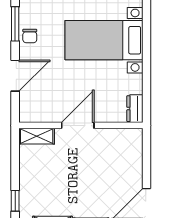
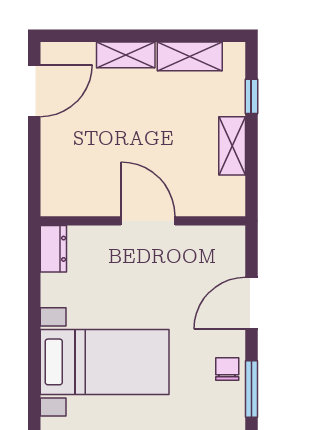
door: (78, 125) -> (148, 221), swing flipped
shelving: (37, 136) -> (232, 146), moved, turned 90

